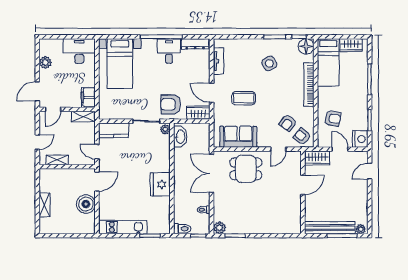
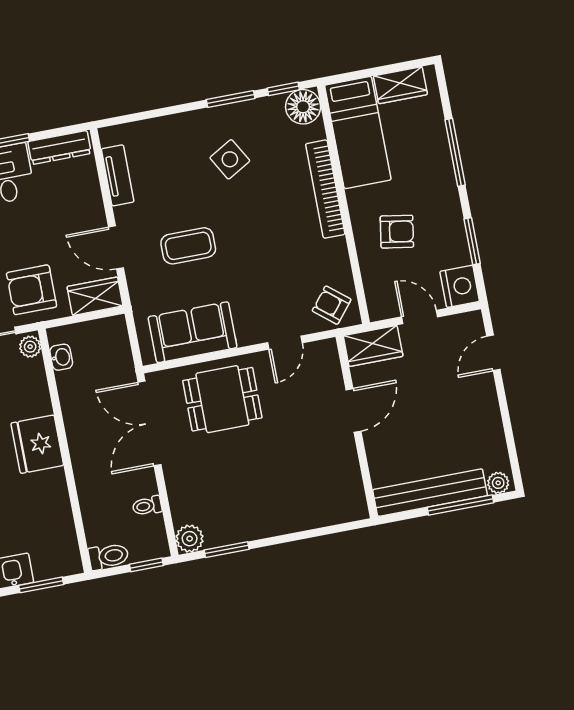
armchair: (333, 118) -> (397, 232), moved
armchair: (288, 123) -> (295, 281), removed
washbasin: (180, 137) -> (61, 357), width x0.52, depth x0.69
fridge: (160, 184) -> (37, 444), moved

